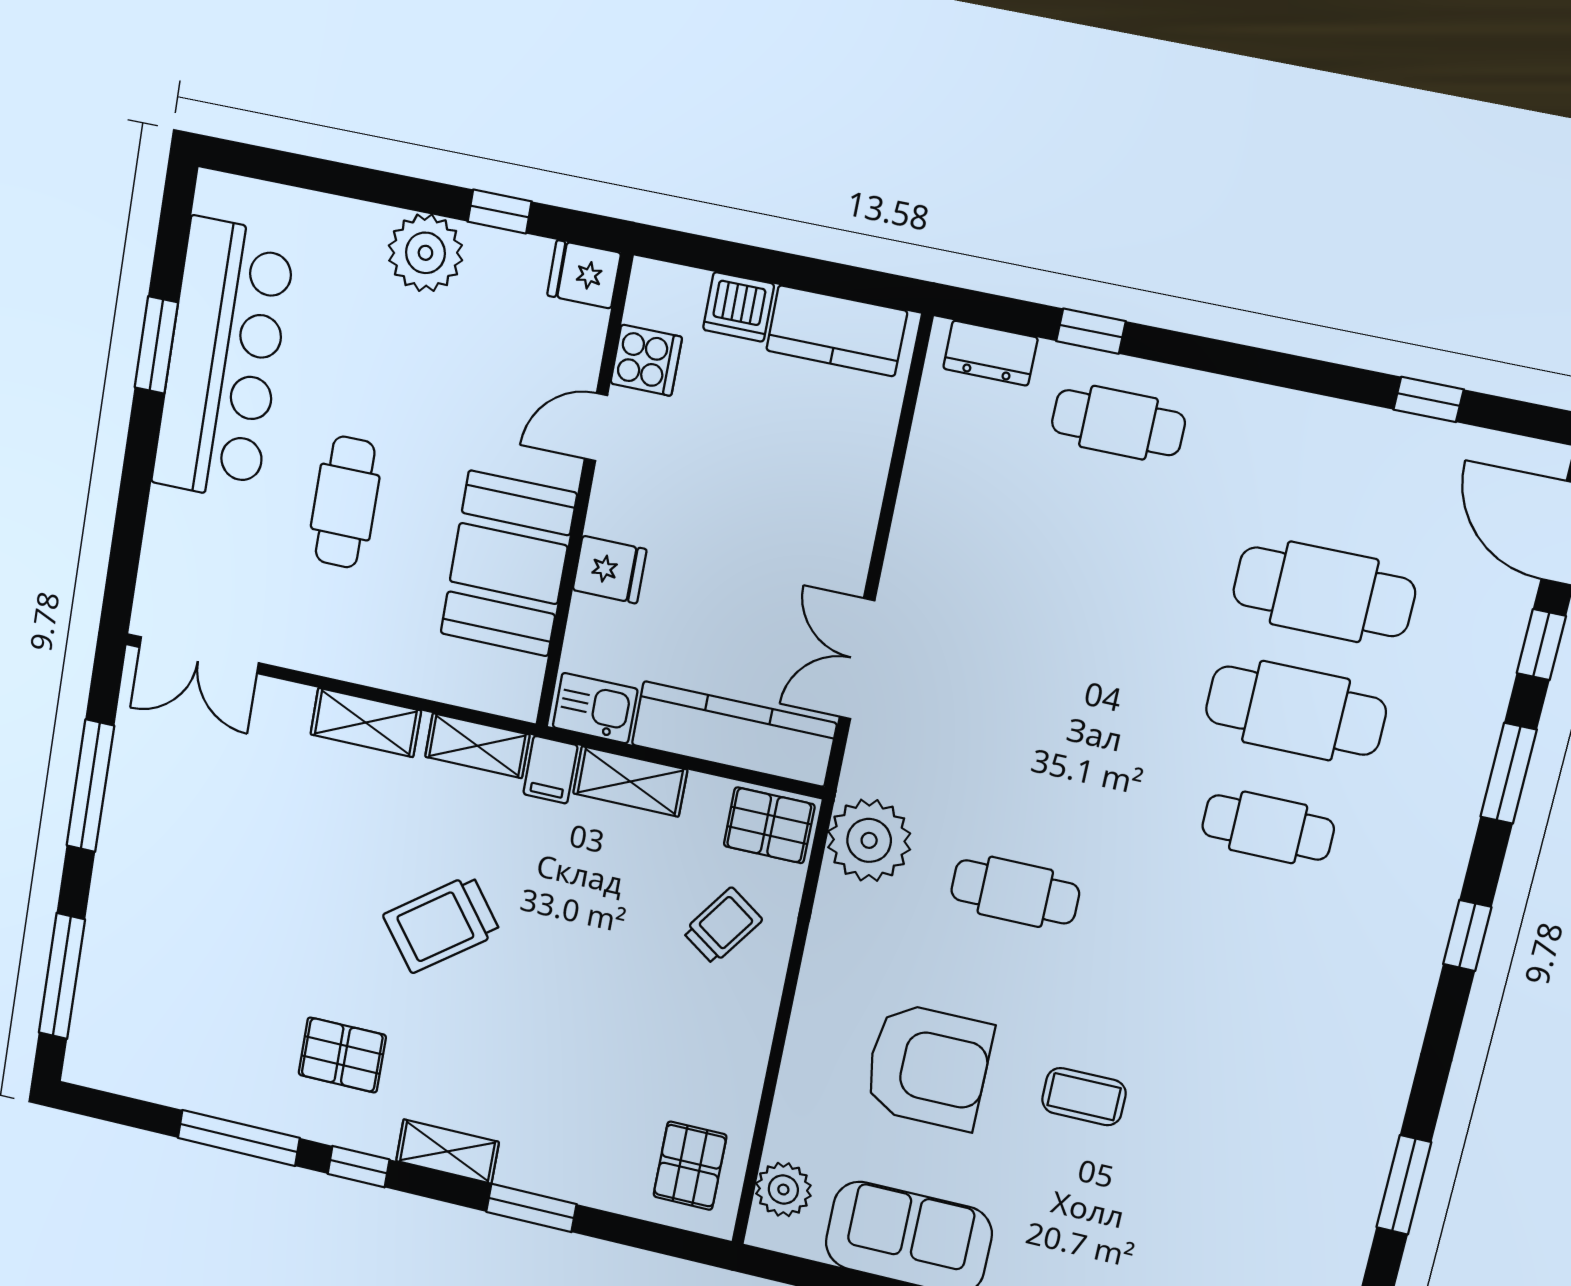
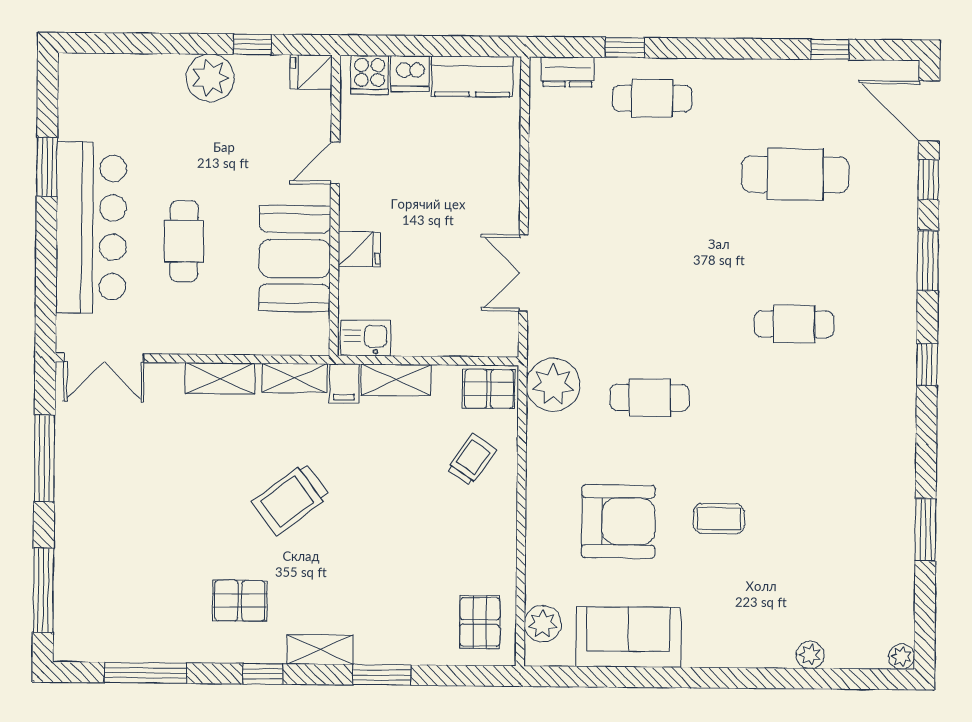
bar counter: (223, 360) -> (91, 227), moved
cooker: (646, 360) -> (370, 75), moved, turned 90
cafe table: (1296, 711) -> (795, 249), removed
kitchen counter: (734, 734) -> (456, 336), removed
window: (239, 1138) -> (146, 673), moved

